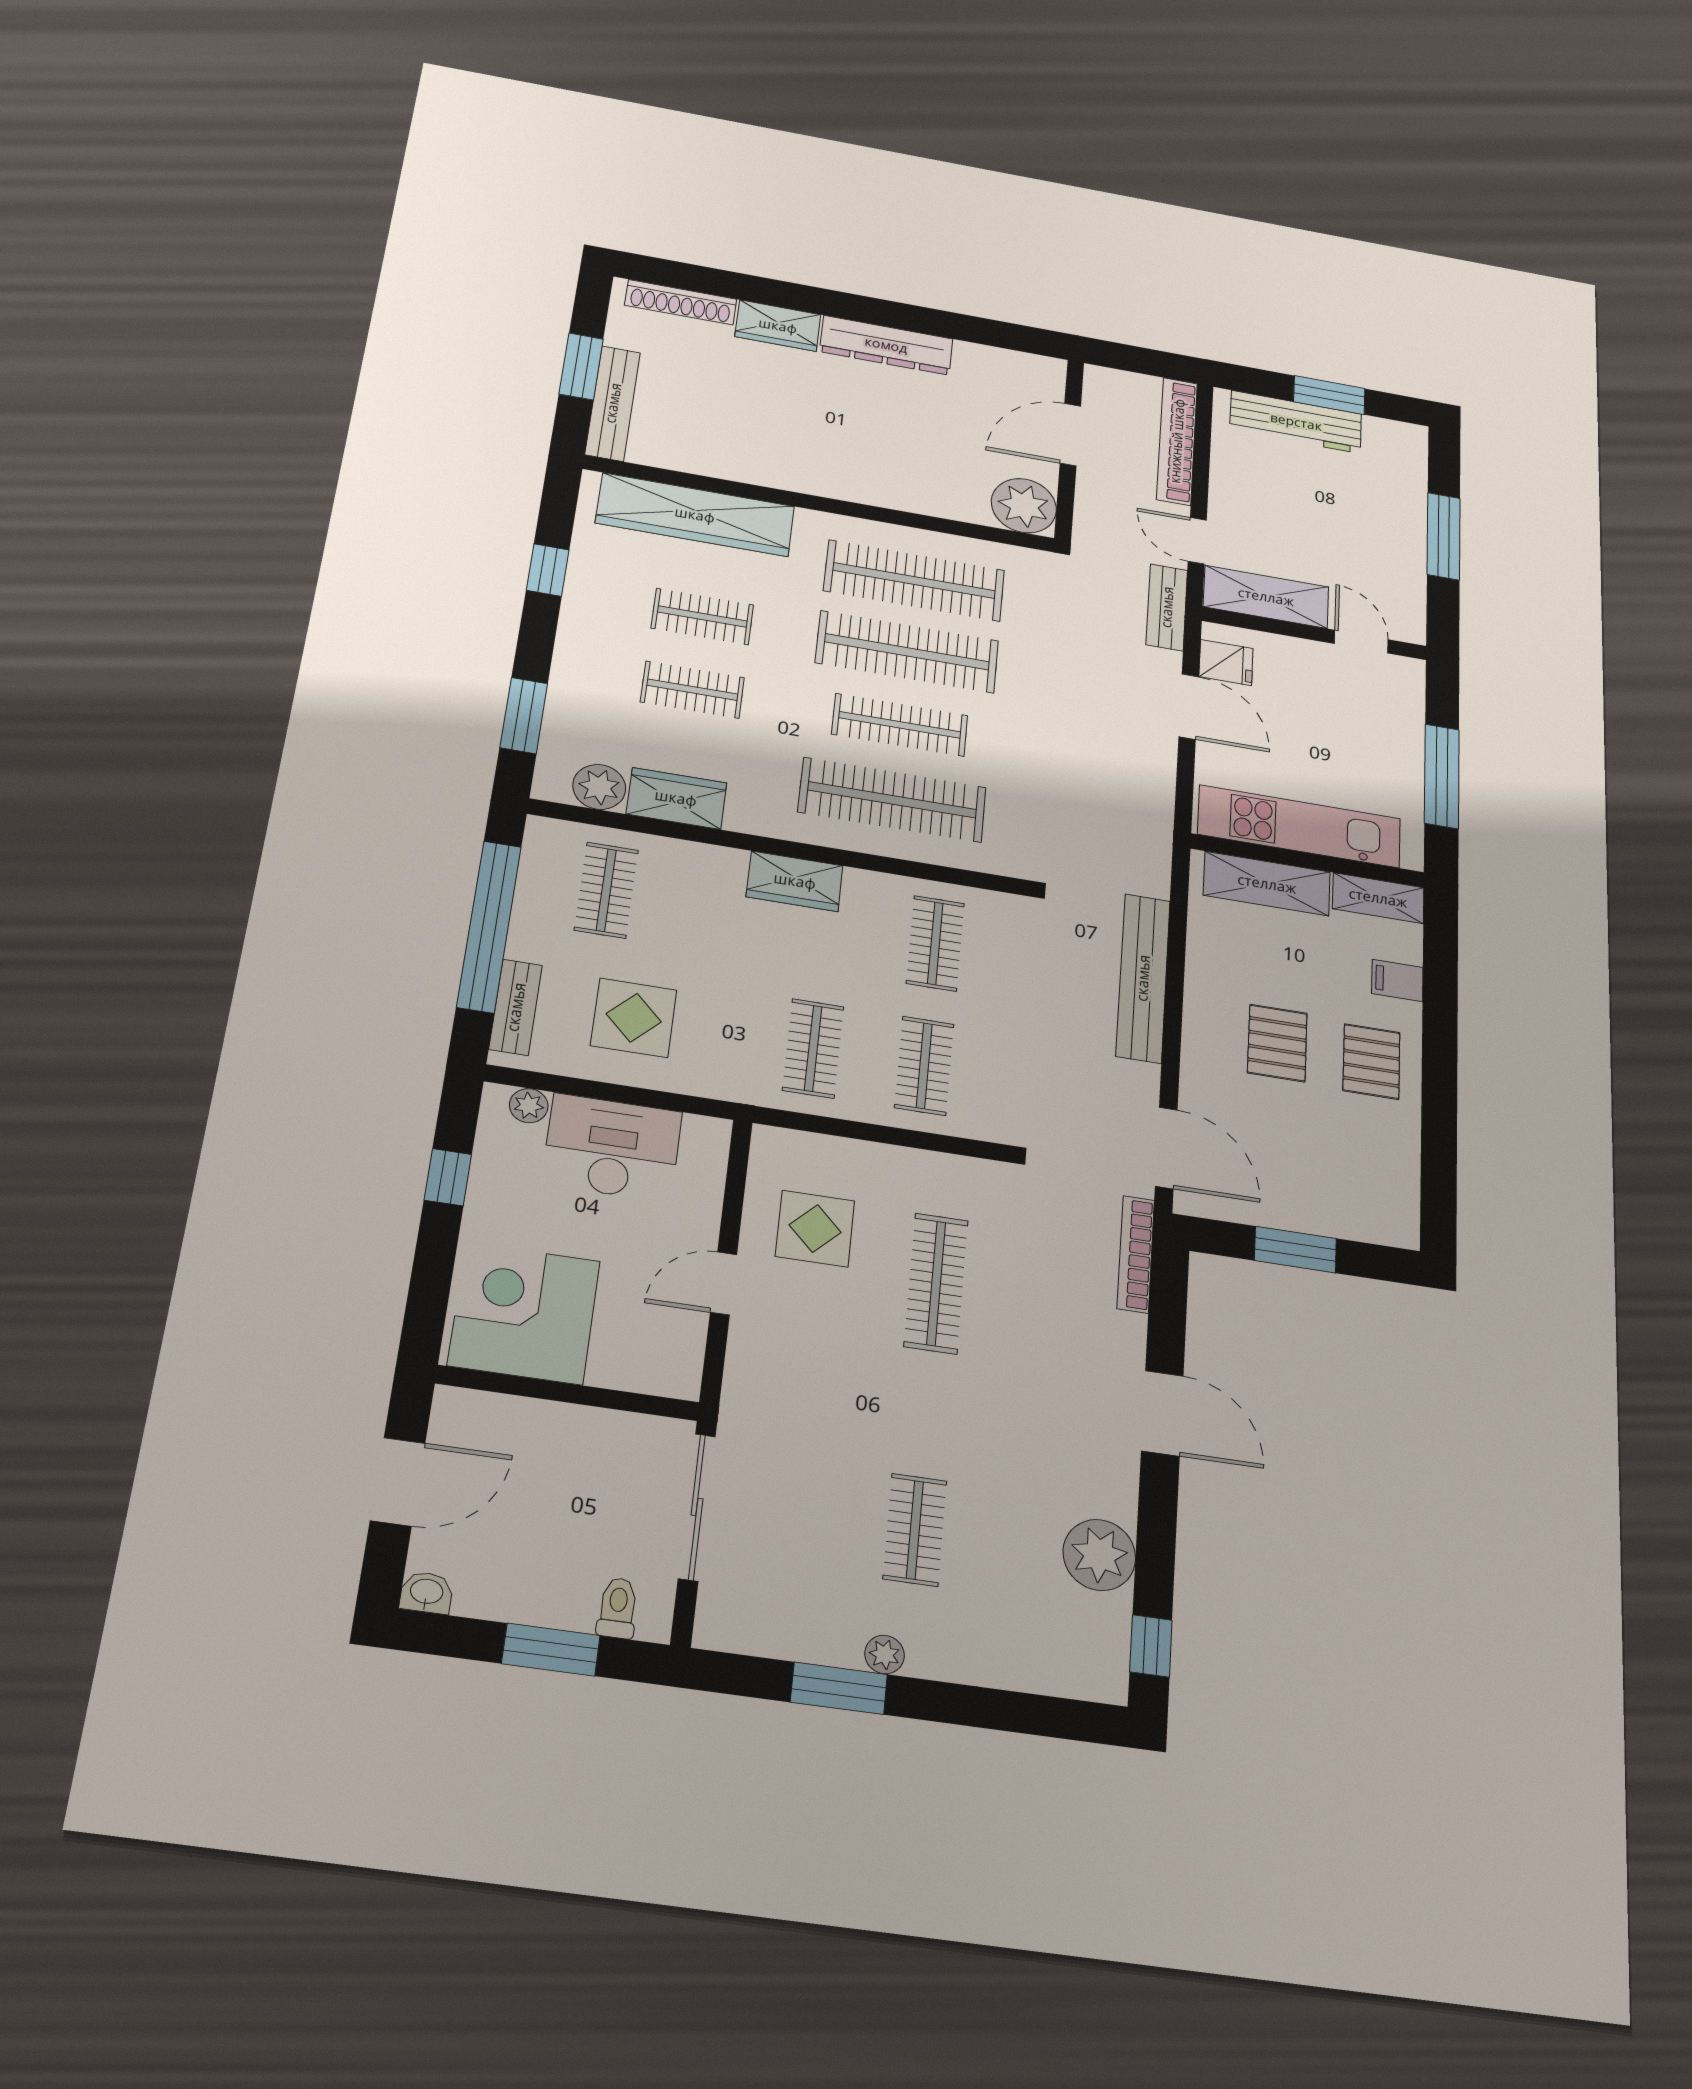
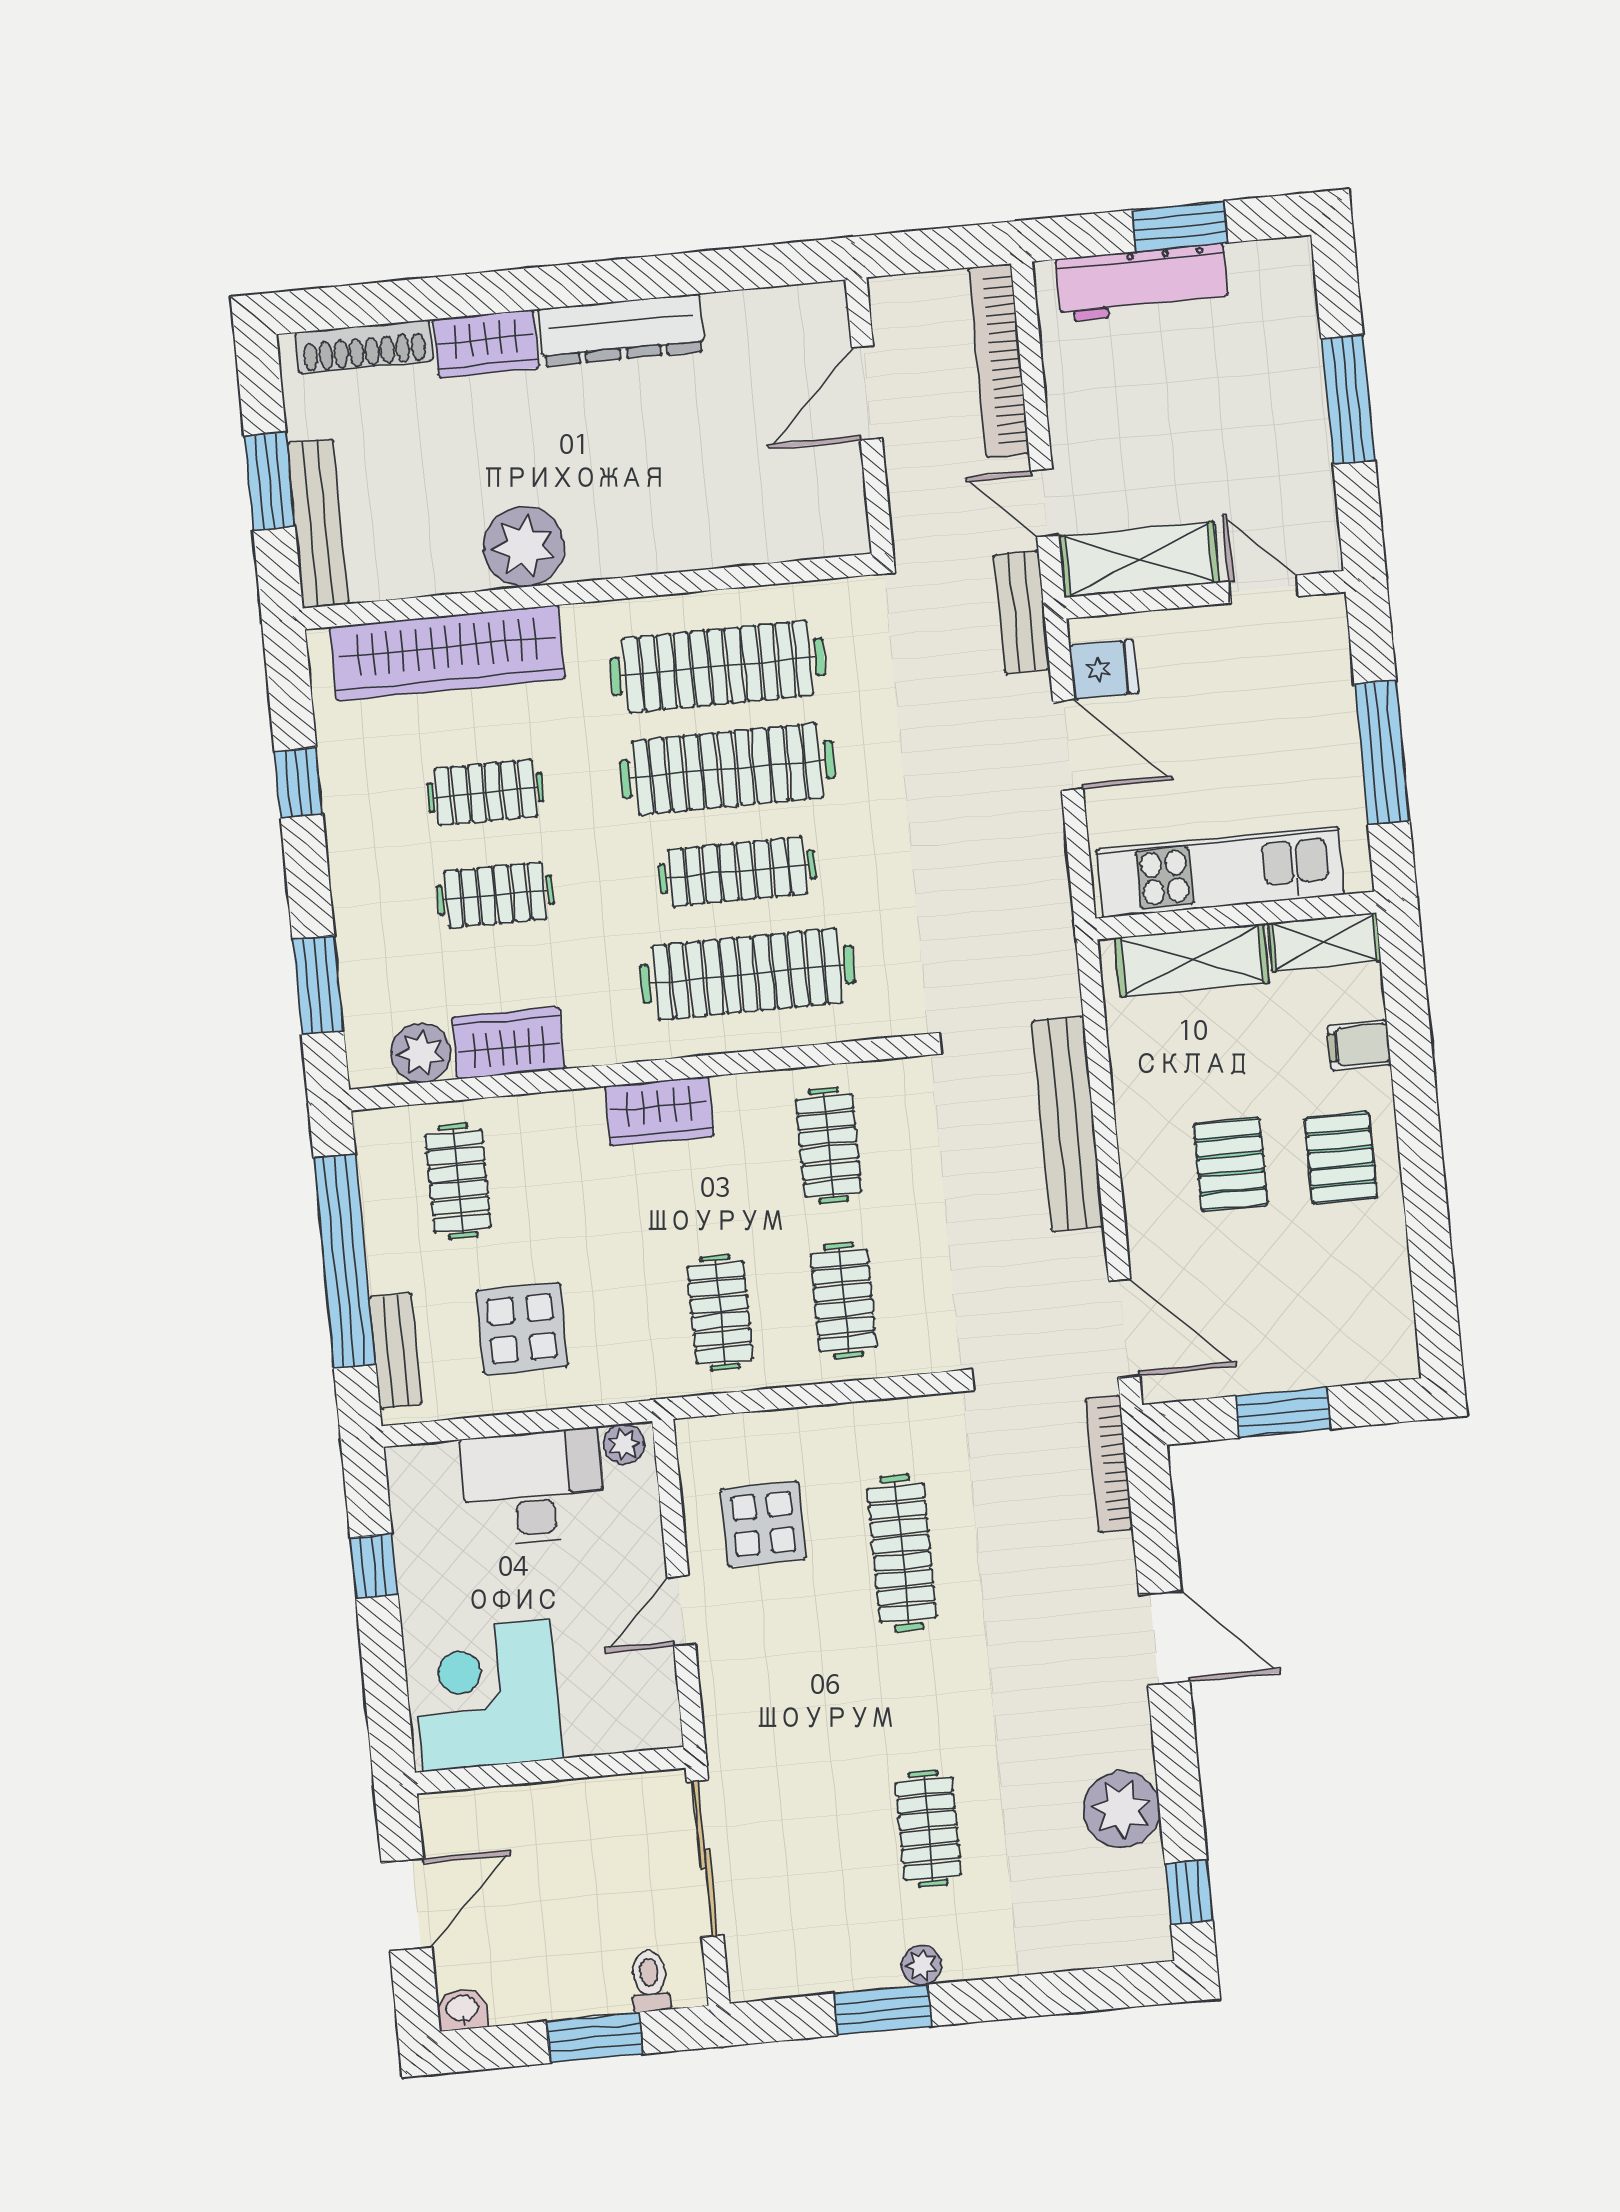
plant: (1024, 506) -> (524, 547), moved
plant: (529, 1106) -> (624, 1444), moved

